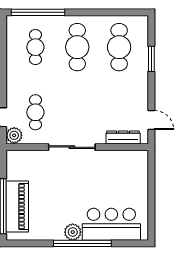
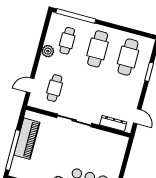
plant: (14, 135) -> (48, 51), moved
piano: (17, 206) -> (27, 139), moved

